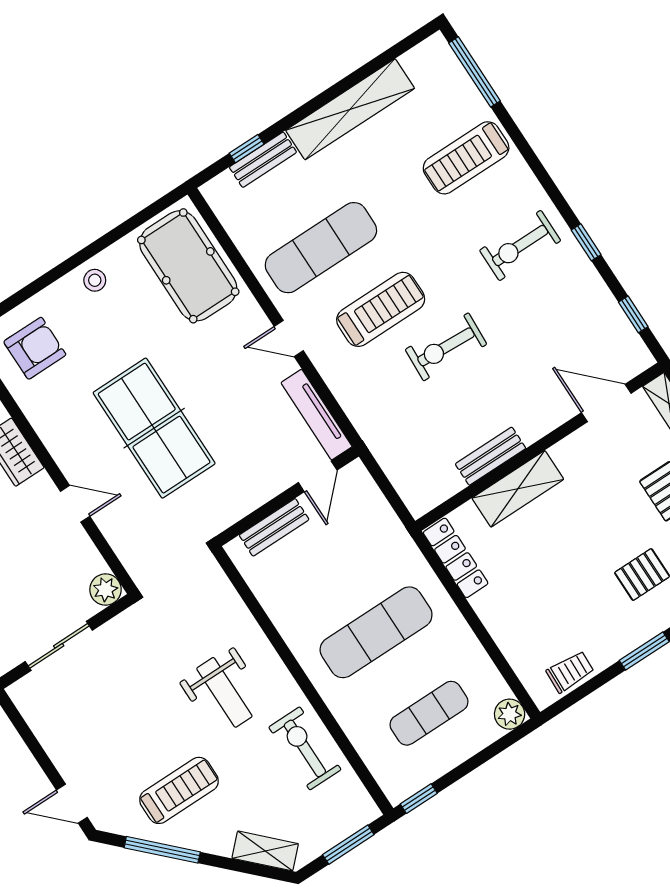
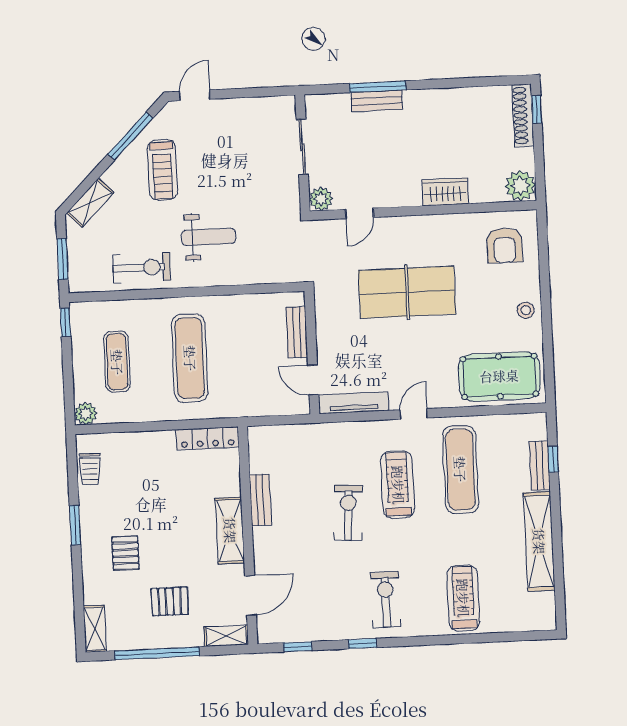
window: (475, 72) -> (516, 636), removed
treadmill: (381, 309) -> (398, 485), turned 180
shelving: (518, 489) -> (230, 530), moved
door: (75, 504) -> (359, 213), moved
weight bench: (224, 692) -> (209, 237), turned 180

